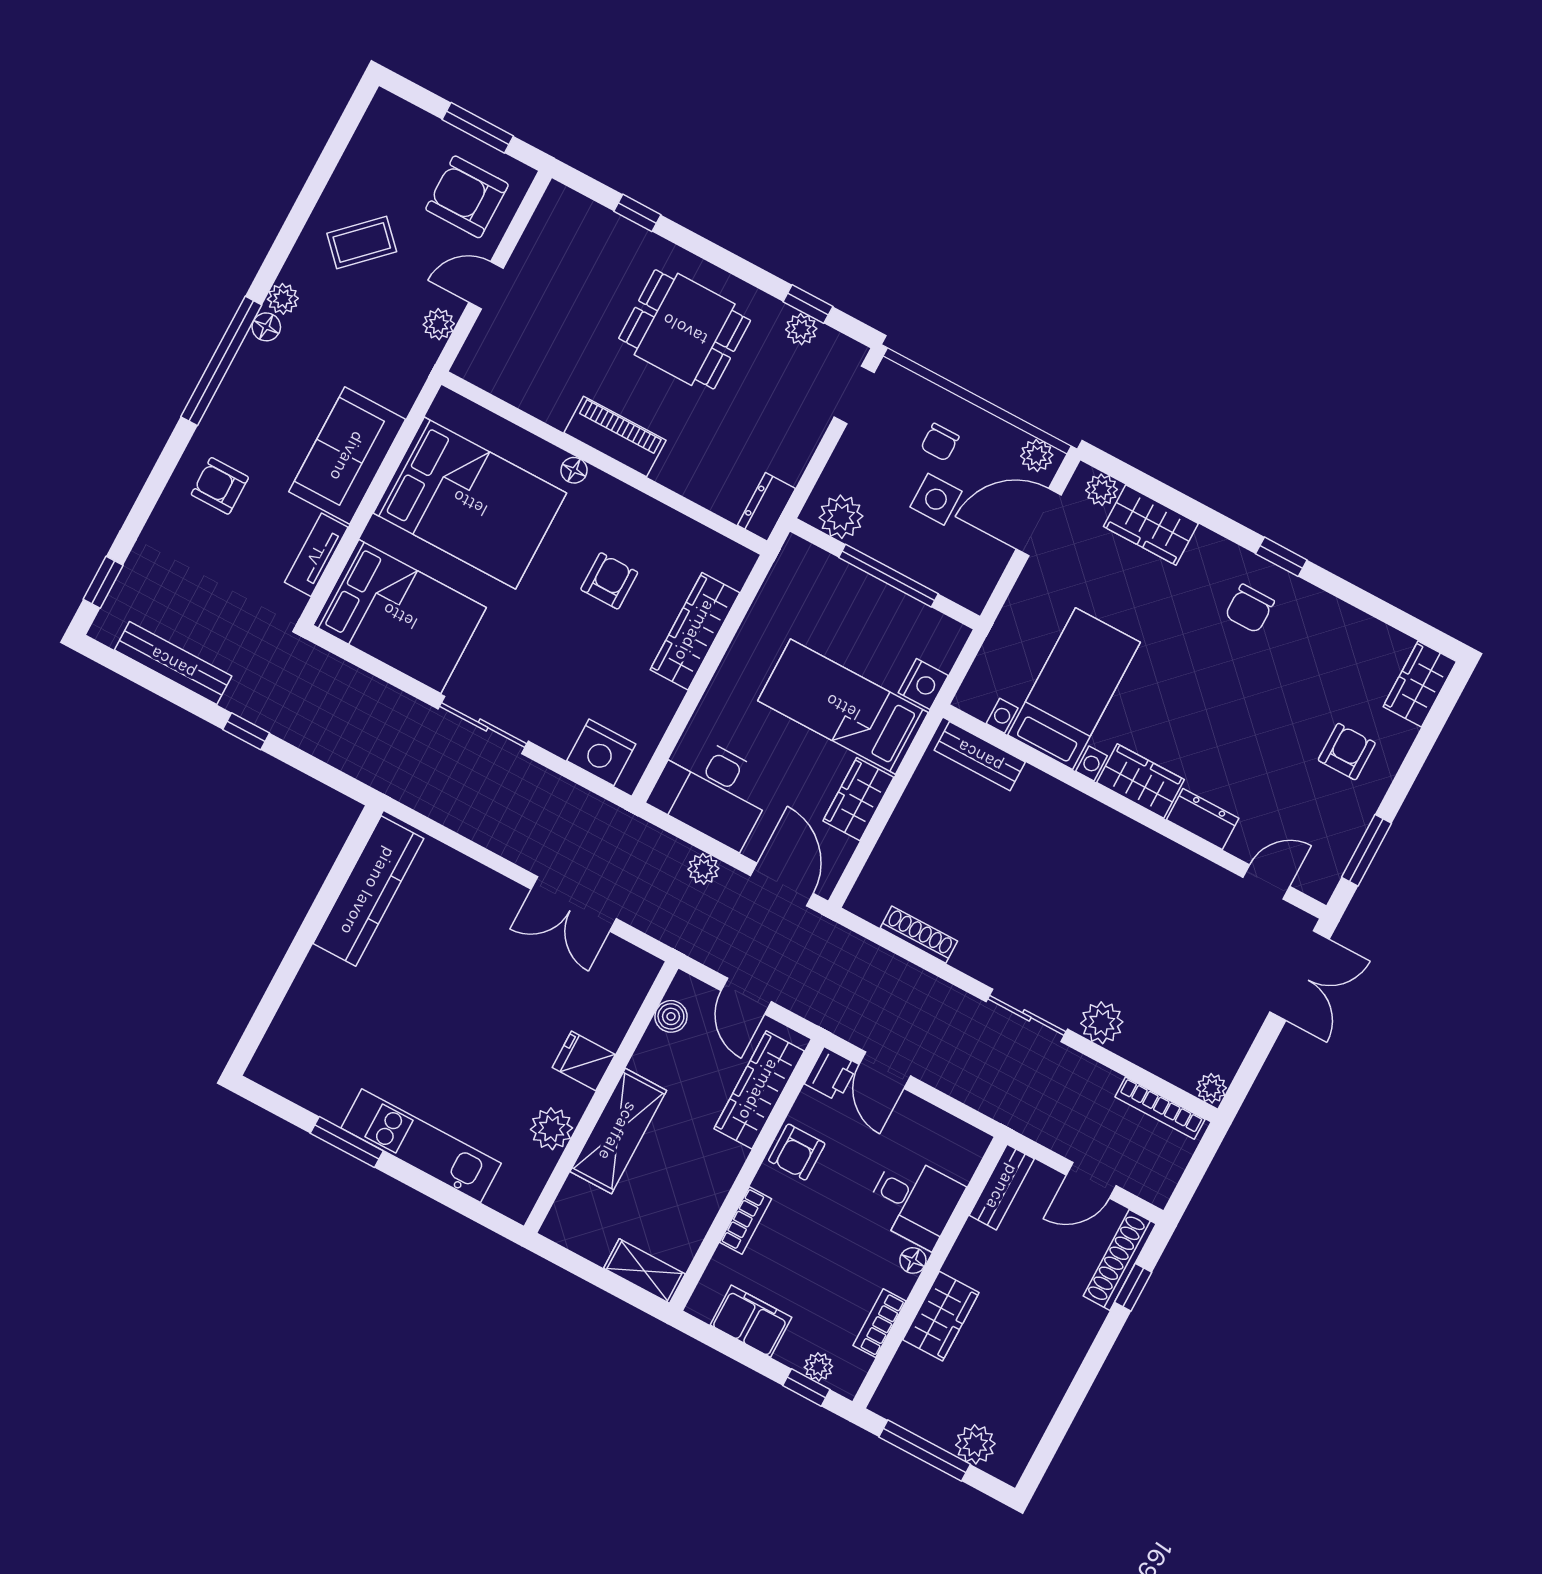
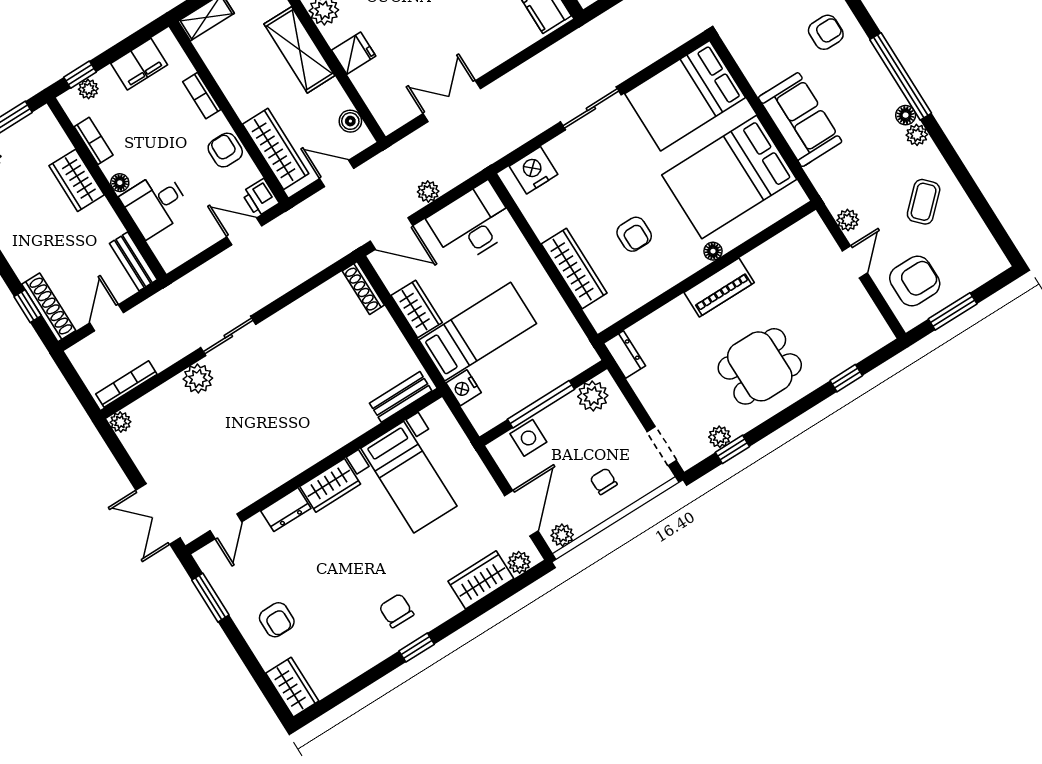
side table: (936, 499) -> (528, 438), moved
tv unit: (316, 555) -> (751, 67), removed
shoe rack: (919, 935) -> (363, 288), moved, turned 90

